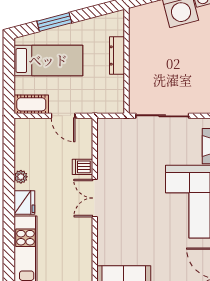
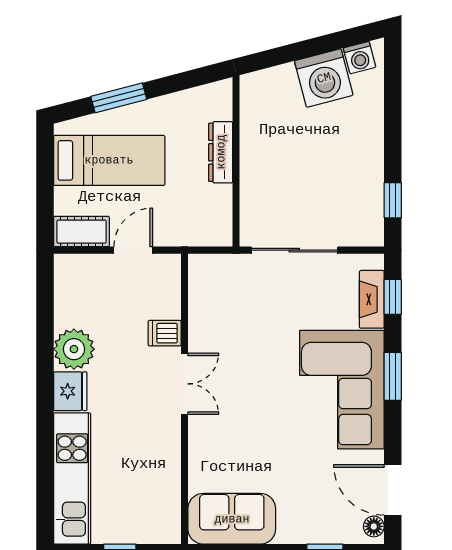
door: (63, 116) -> (133, 250), swing flipped
plant: (21, 177) -> (74, 349), width x1.88, depth x1.88
double door: (95, 198) -> (185, 384), swing flipped

